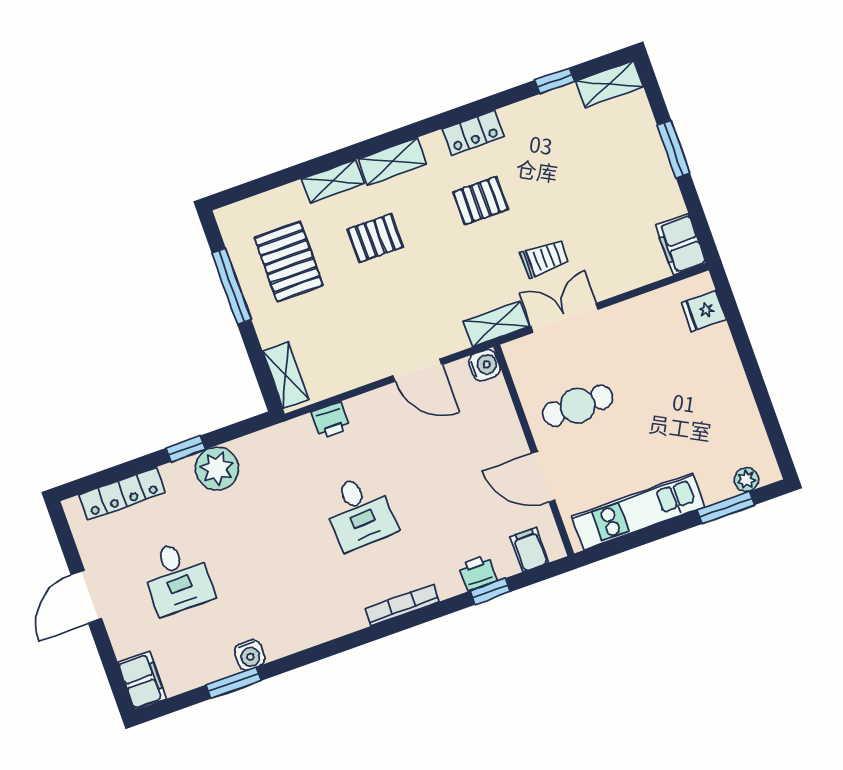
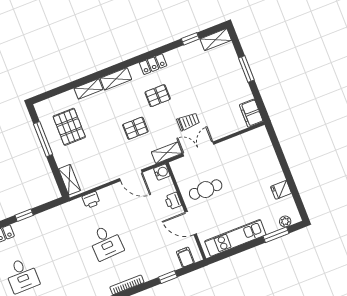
pallet: (375, 238) -> (135, 128), moved
fridge: (704, 311) -> (281, 190), moved
plant: (217, 468) -> (39, 224), removed
printer: (478, 573) -> (173, 201), moved, turned -90

